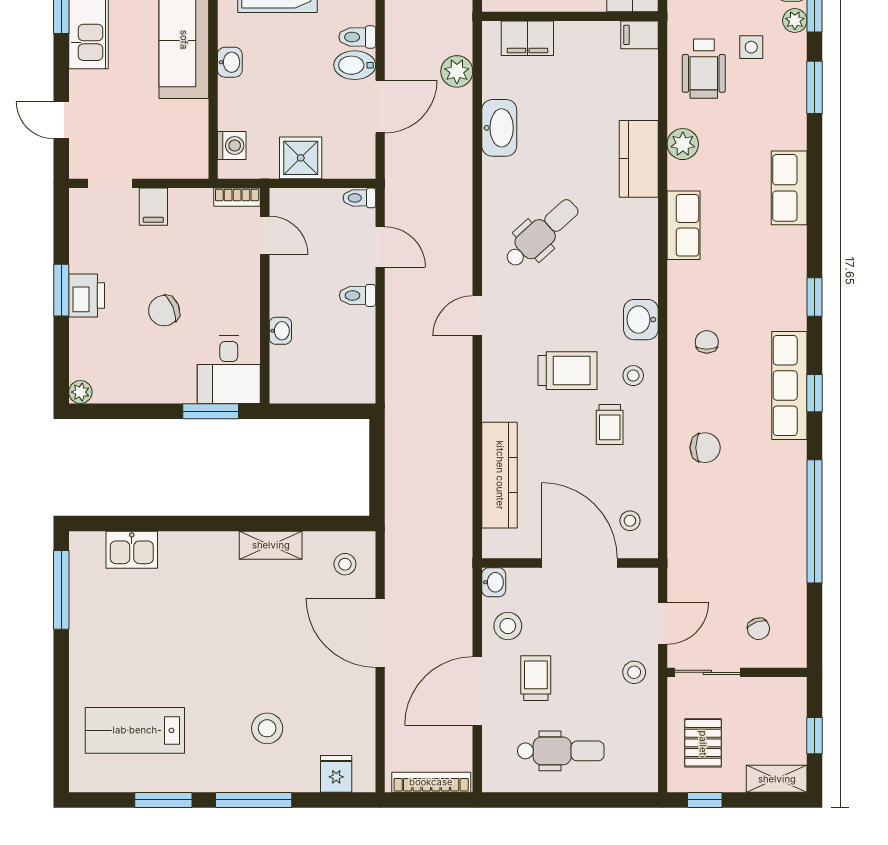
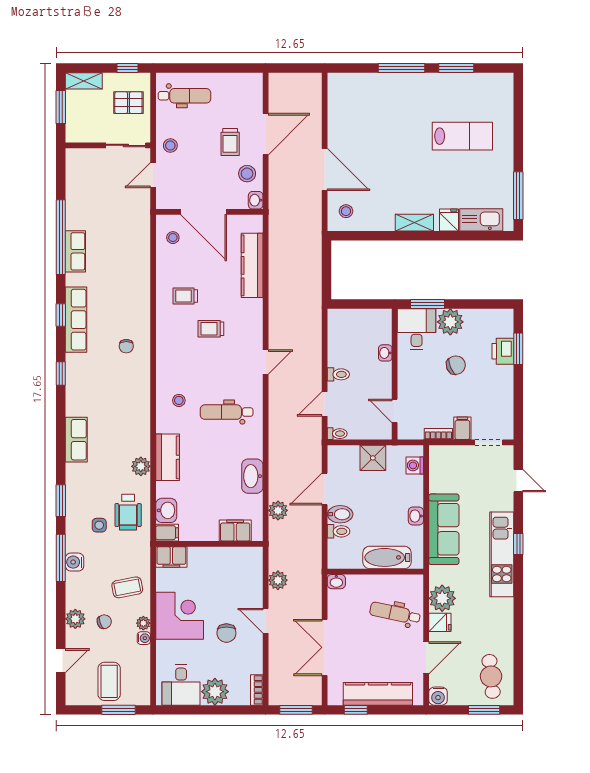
plant: (795, 21) -> (73, 541), removed
wheelchair: (704, 69) -> (128, 512), turned 180
bookcase: (237, 197) -> (438, 434), moved
row of seats: (684, 225) -> (75, 251), moved, turned 180
dental chair: (541, 233) -> (227, 412), turned 42
door: (380, 247) -> (325, 404), hinge flipped
window: (61, 290) -> (518, 349), moved
printer: (87, 295) -> (503, 351), moved
washbasin: (641, 320) -> (166, 510), moved
trolley: (567, 371) -> (211, 329), width x0.73, depth x0.72
stool: (633, 376) -> (179, 400), moved
plant: (80, 392) -> (450, 322), moved, width x1.88, depth x1.88
trolley: (610, 425) -> (185, 296), turned -90
chair: (705, 448) -> (127, 282), removed
shelving: (271, 545) -> (414, 223), moved
kitchen sink: (132, 550) -> (481, 220), width x1.38
chair: (758, 629) -> (95, 172), removed
stool: (267, 728) -> (393, 111), removed
lab bench: (135, 730) -> (462, 136), moved
window: (814, 736) -> (61, 107), width x1.50
pallet: (703, 743) -> (128, 103), turned 90
dental chair: (561, 751) -> (184, 96), moved, turned 180
fridge: (336, 774) -> (449, 220), moved, turned 180
bookcase: (431, 782) -> (294, 79), removed

